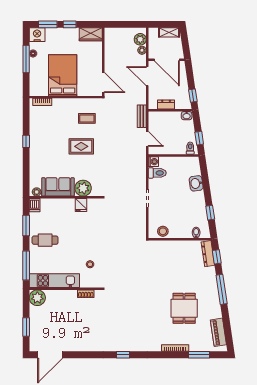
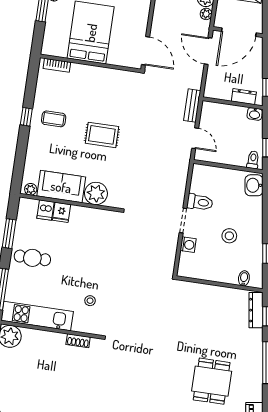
door: (167, 60) -> (239, 32), hinge flipped
dresser: (166, 105) -> (244, 97), moved
coffee table: (87, 118) -> (54, 119), moved
washing machine: (153, 162) -> (188, 245), moved
toilet: (157, 173) -> (200, 202), moved
washbasin: (196, 183) -> (254, 185), moved
dishwasher: (35, 205) -> (45, 210), moved
fridge: (81, 205) -> (62, 212), moved
stool: (163, 231) -> (229, 236), moved

